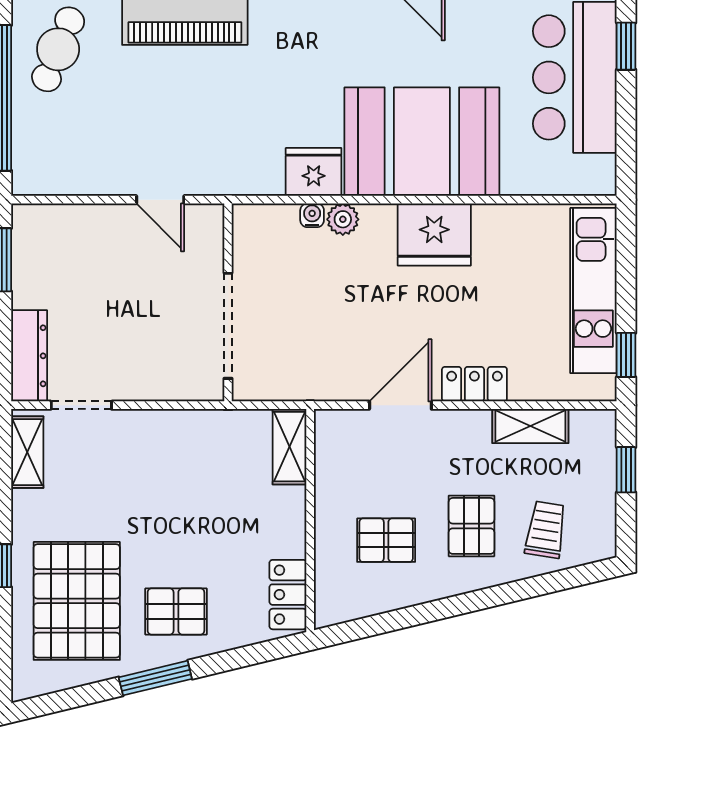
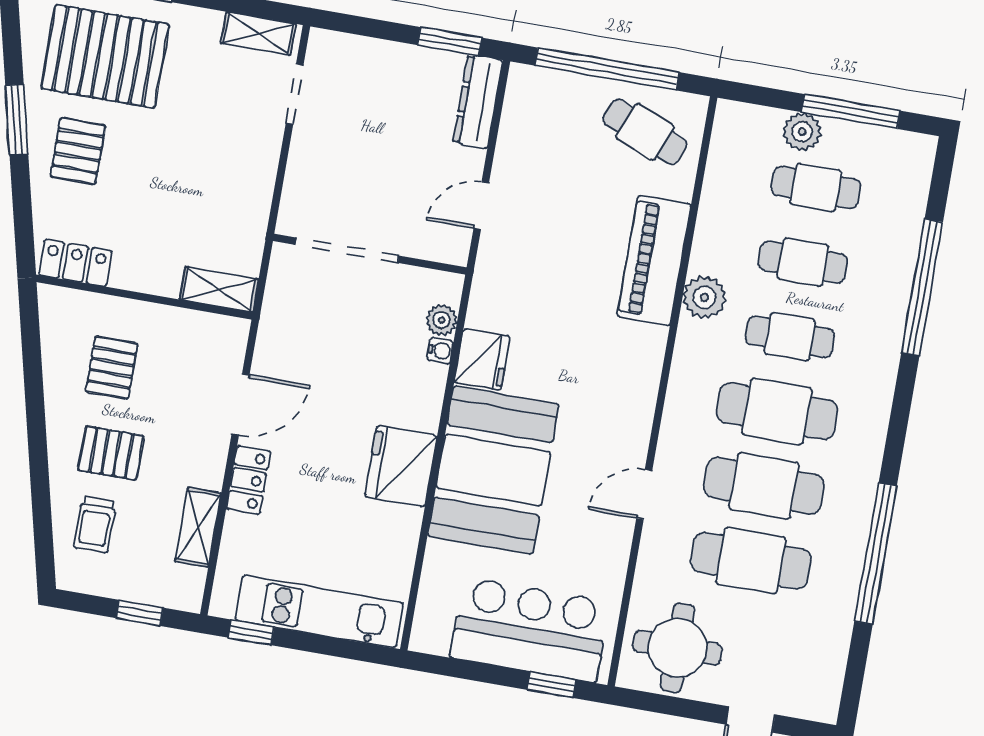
plant: (343, 219) -> (442, 320), moved
dresser: (29, 356) -> (478, 102), moved, turned 90
door: (400, 405) -> (240, 404), hinge flipped
trolley: (546, 530) -> (95, 525), turned 81

